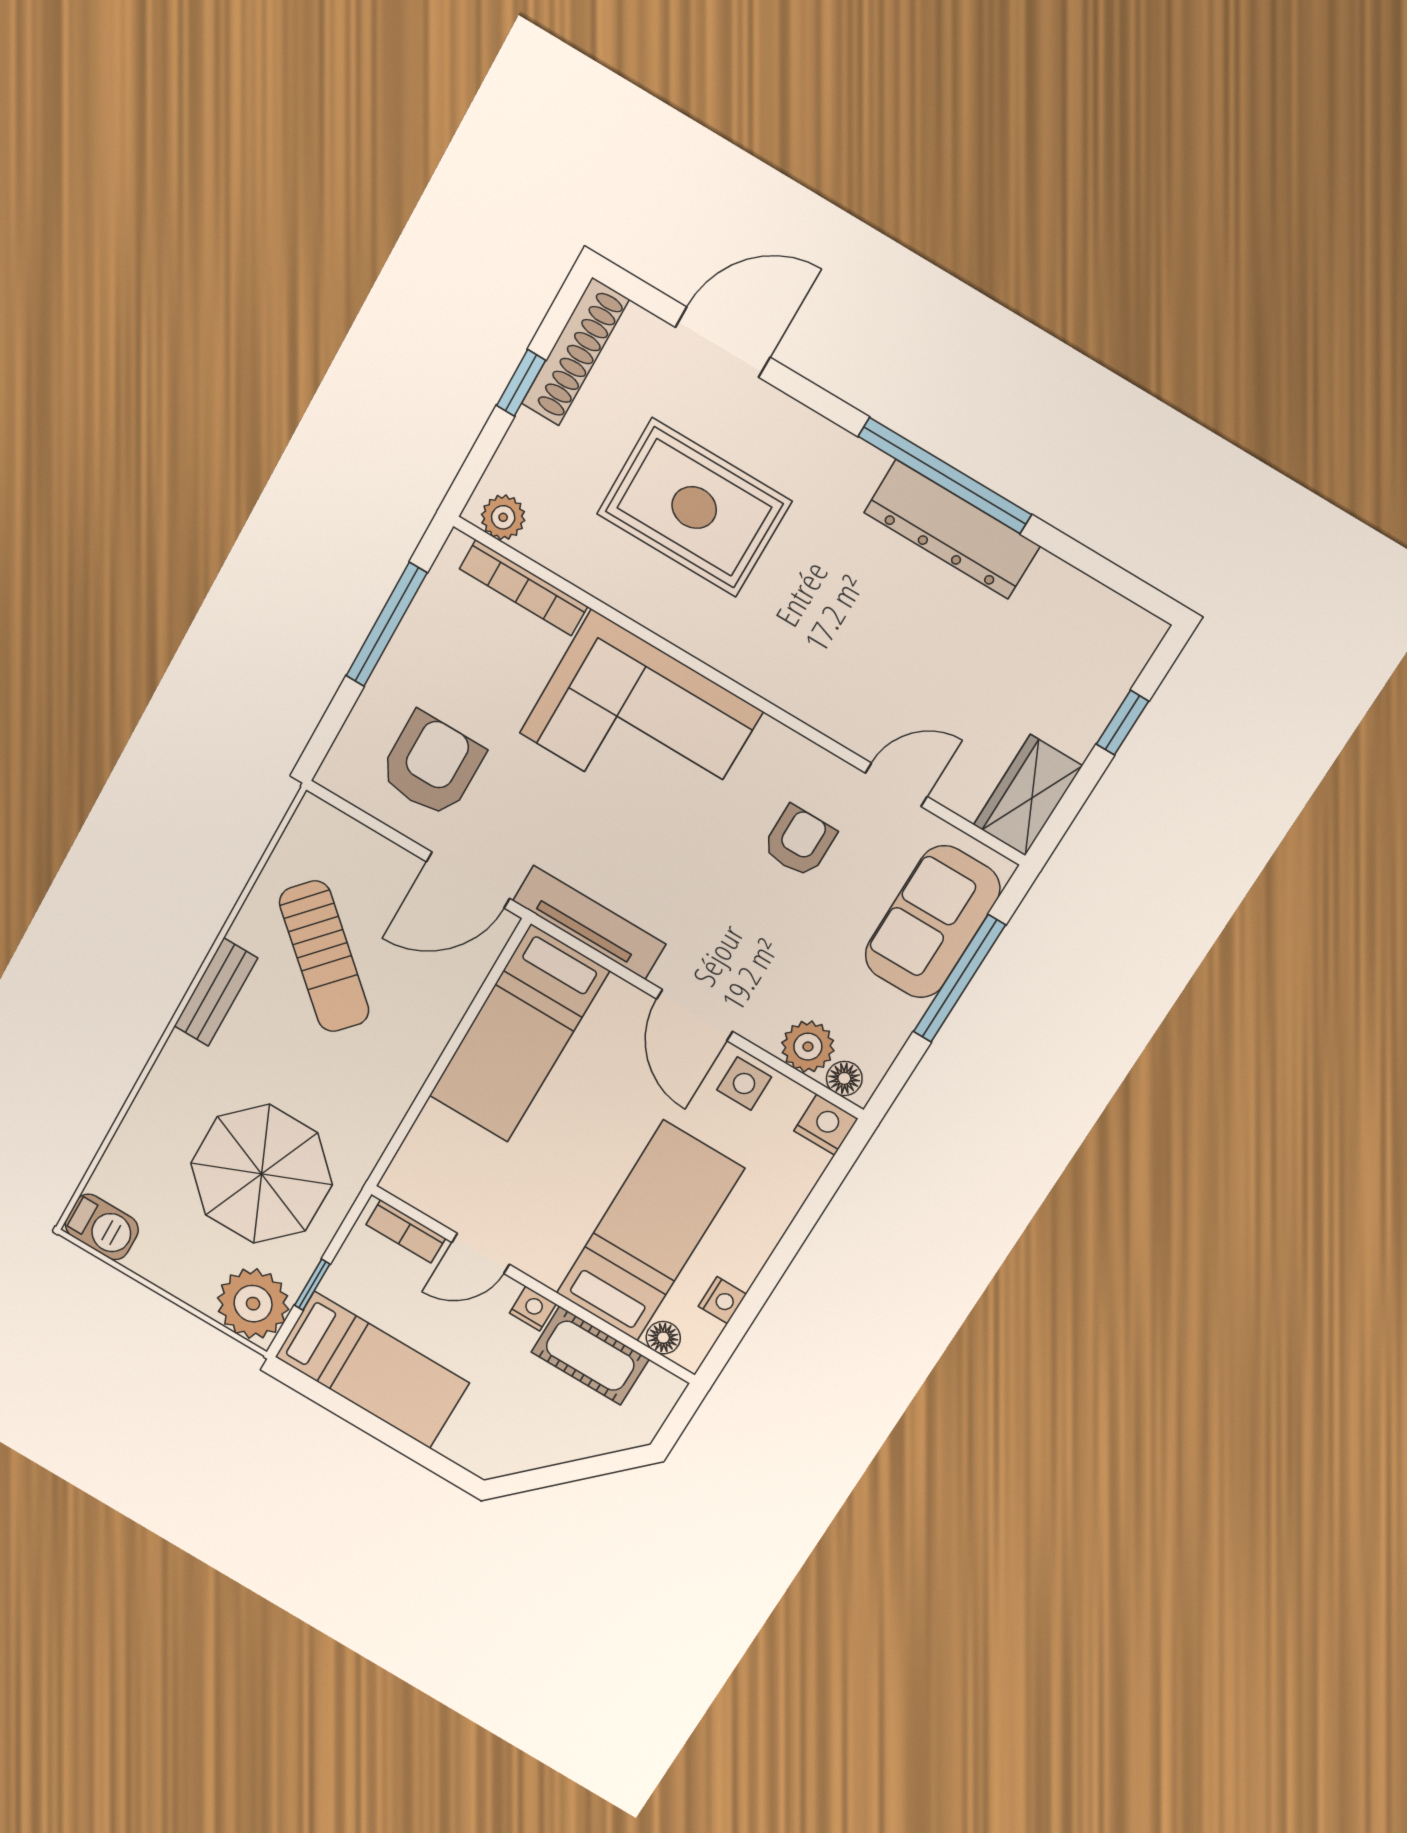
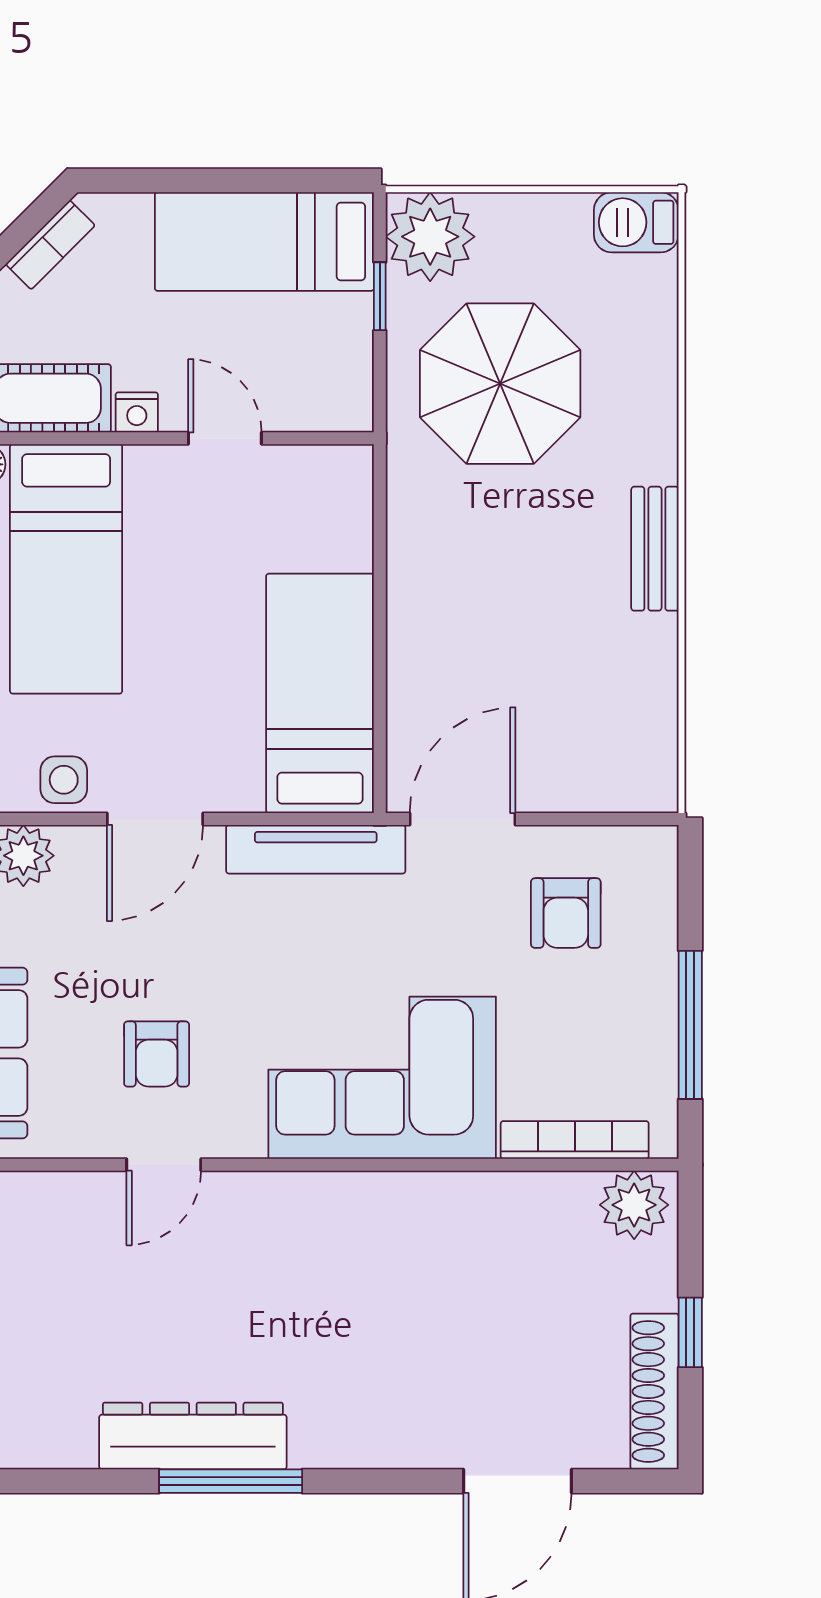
window: (945, 476) -> (231, 1481), width x0.68
rug: (694, 507) -> (453, 1313), removed
plant: (503, 517) -> (634, 1205), width x1.38, depth x1.38
armchair: (432, 765) -> (566, 913), width x0.72, depth x0.72
door: (896, 785) -> (164, 1165), moved
sun lounger: (324, 956) -> (564, 653), removed
door: (695, 1015) -> (155, 819), swing flipped
bookcase: (406, 1231) -> (50, 245), moved, turned 135
door: (481, 1253) -> (225, 438), hinge flipped

